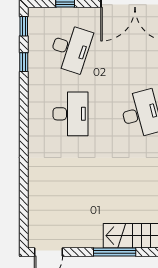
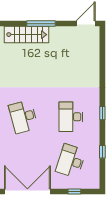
window: (24, 26) -> (102, 113), moved

